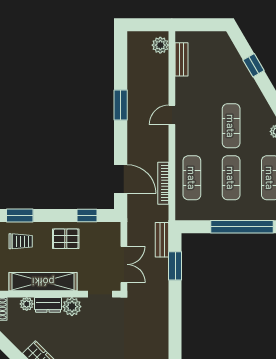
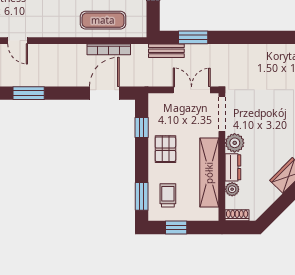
door: (172, 115) -> (18, 41), moved
doorway: (100, 294) -> (222, 114), width x1.38

